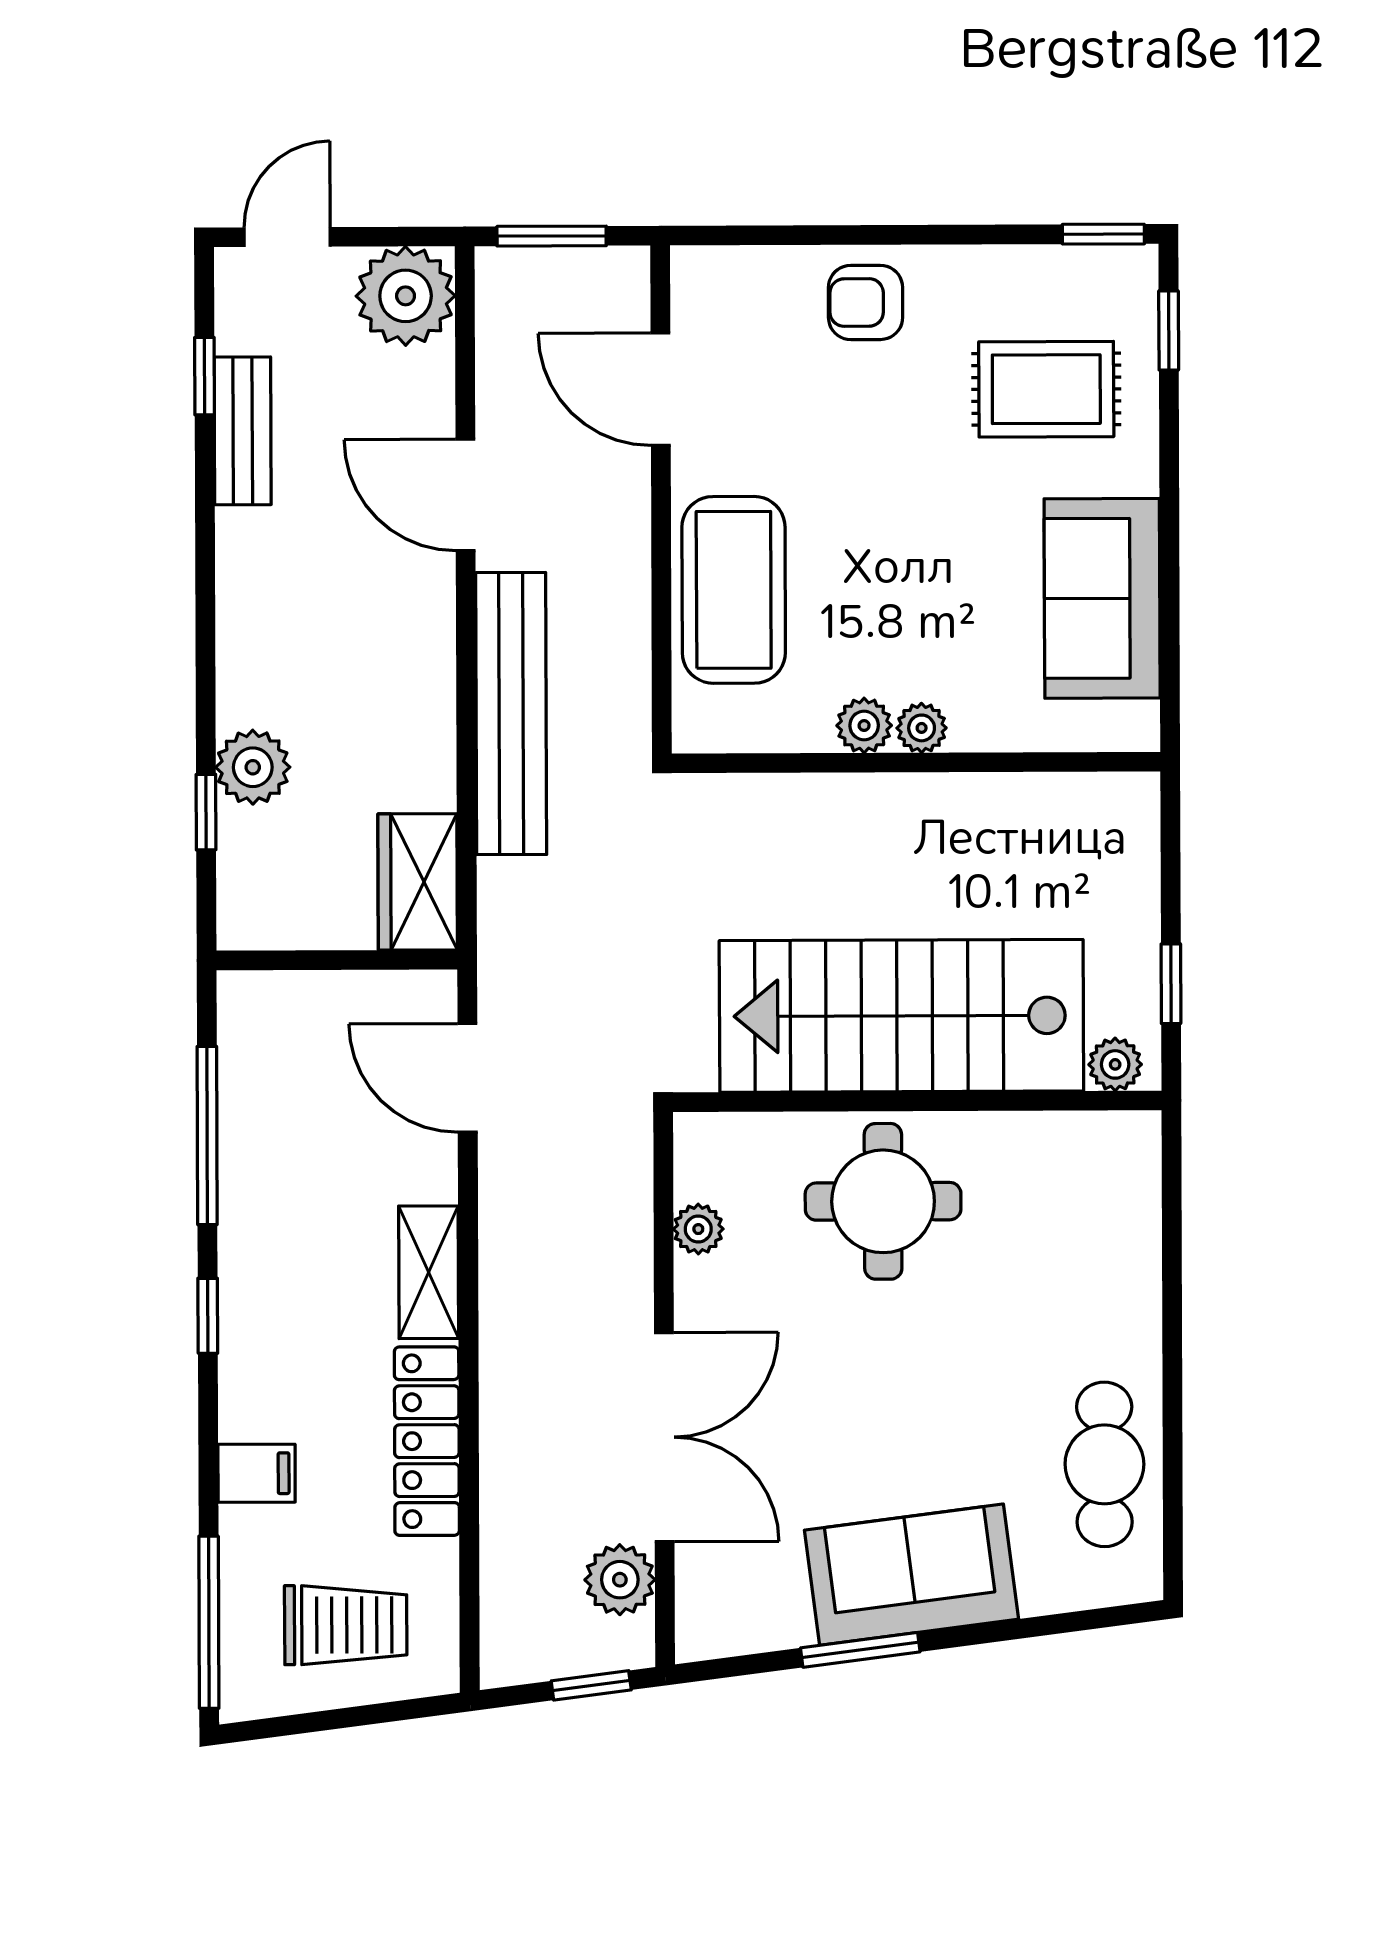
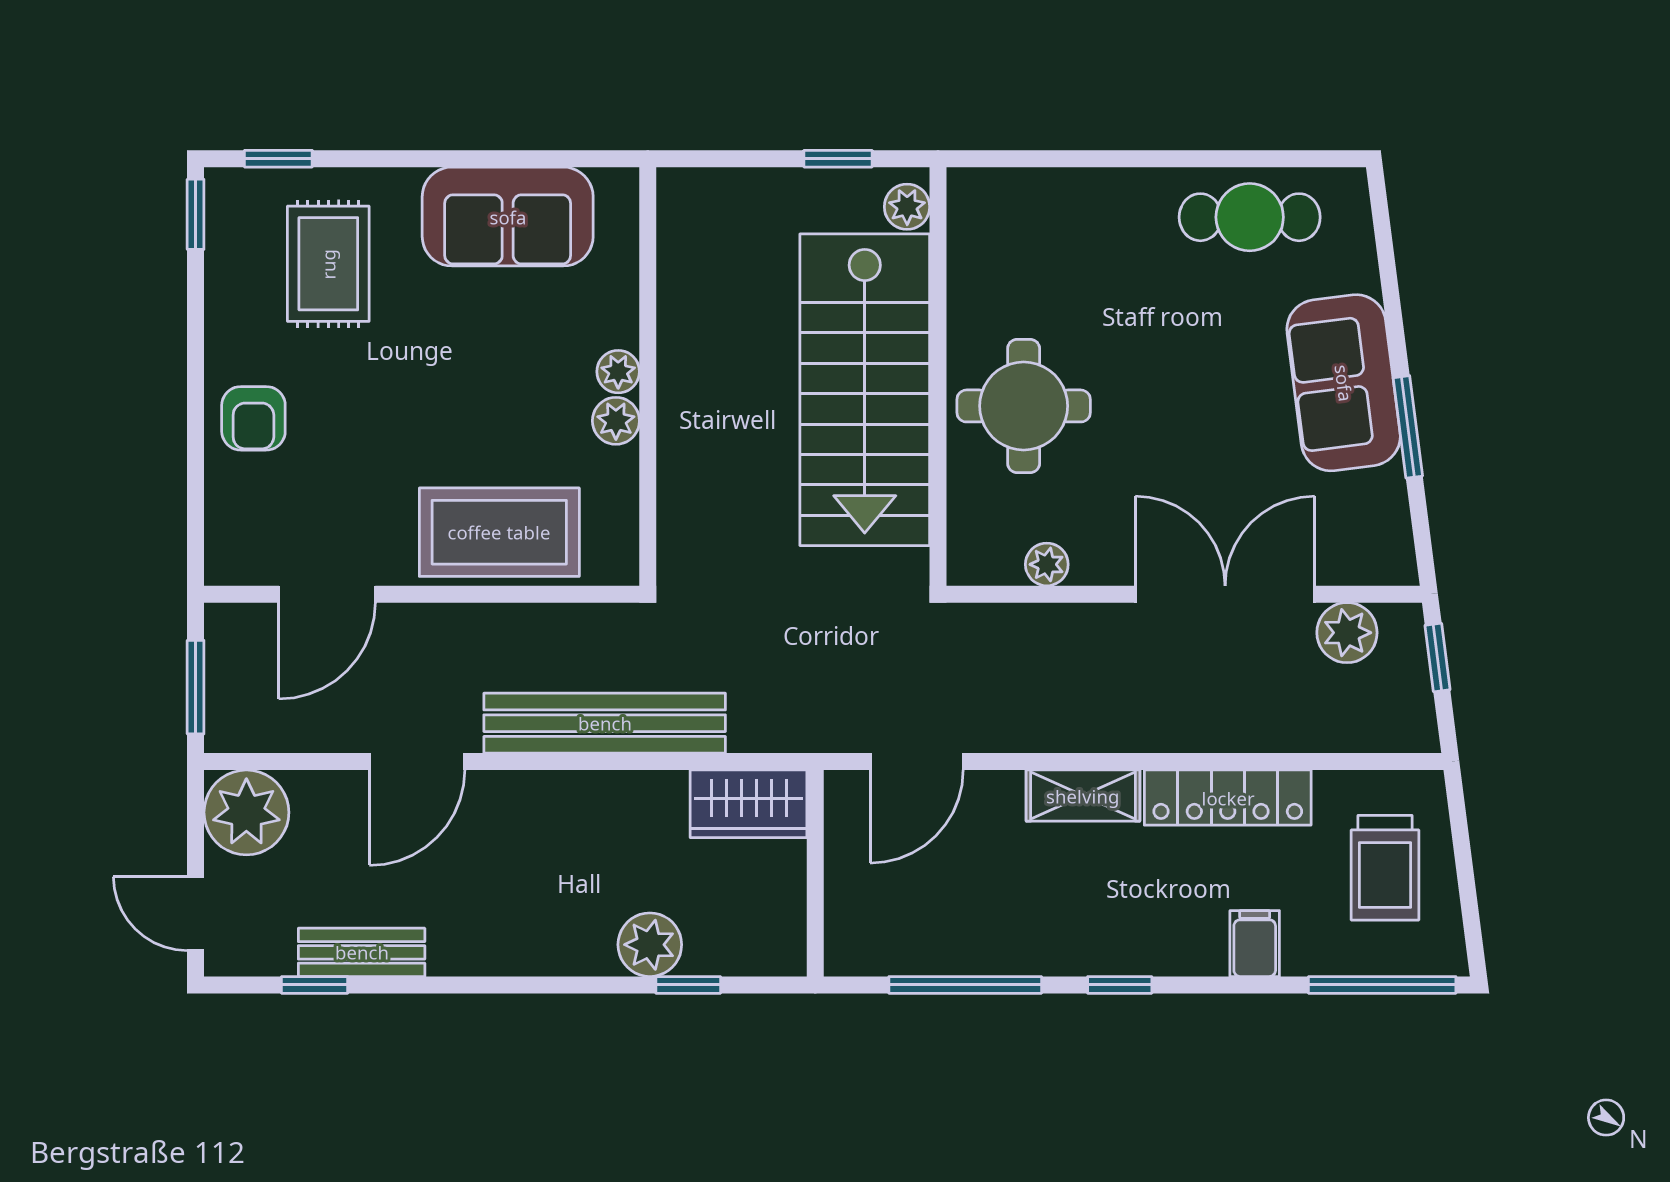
trolley: (346, 1625) -> (1385, 868), turned 180

